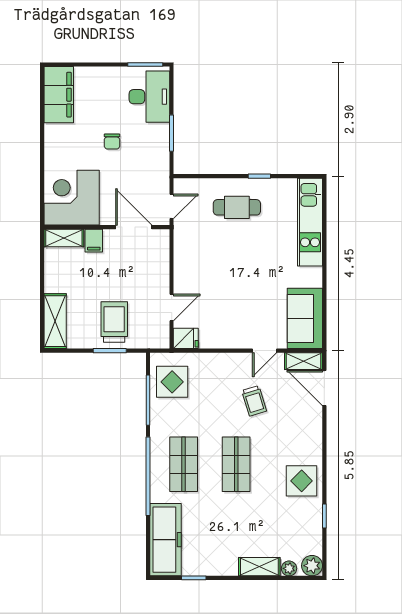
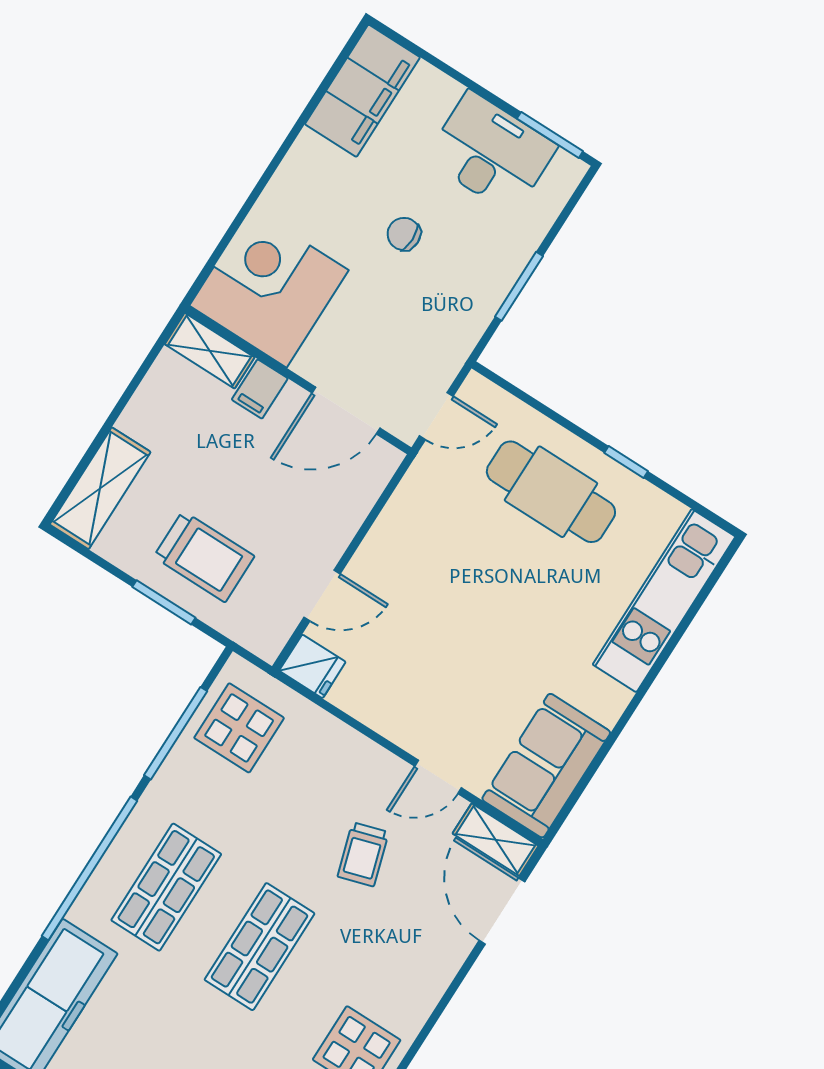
desk: (149, 97) -> (491, 153), moved, turned -90
chair: (112, 142) -> (404, 234), turned 90
cafe table: (237, 207) -> (551, 492), width x1.37, depth x1.35
door: (134, 227) -> (346, 410), swing flipped
trolley: (114, 322) -> (204, 556), turned 90

